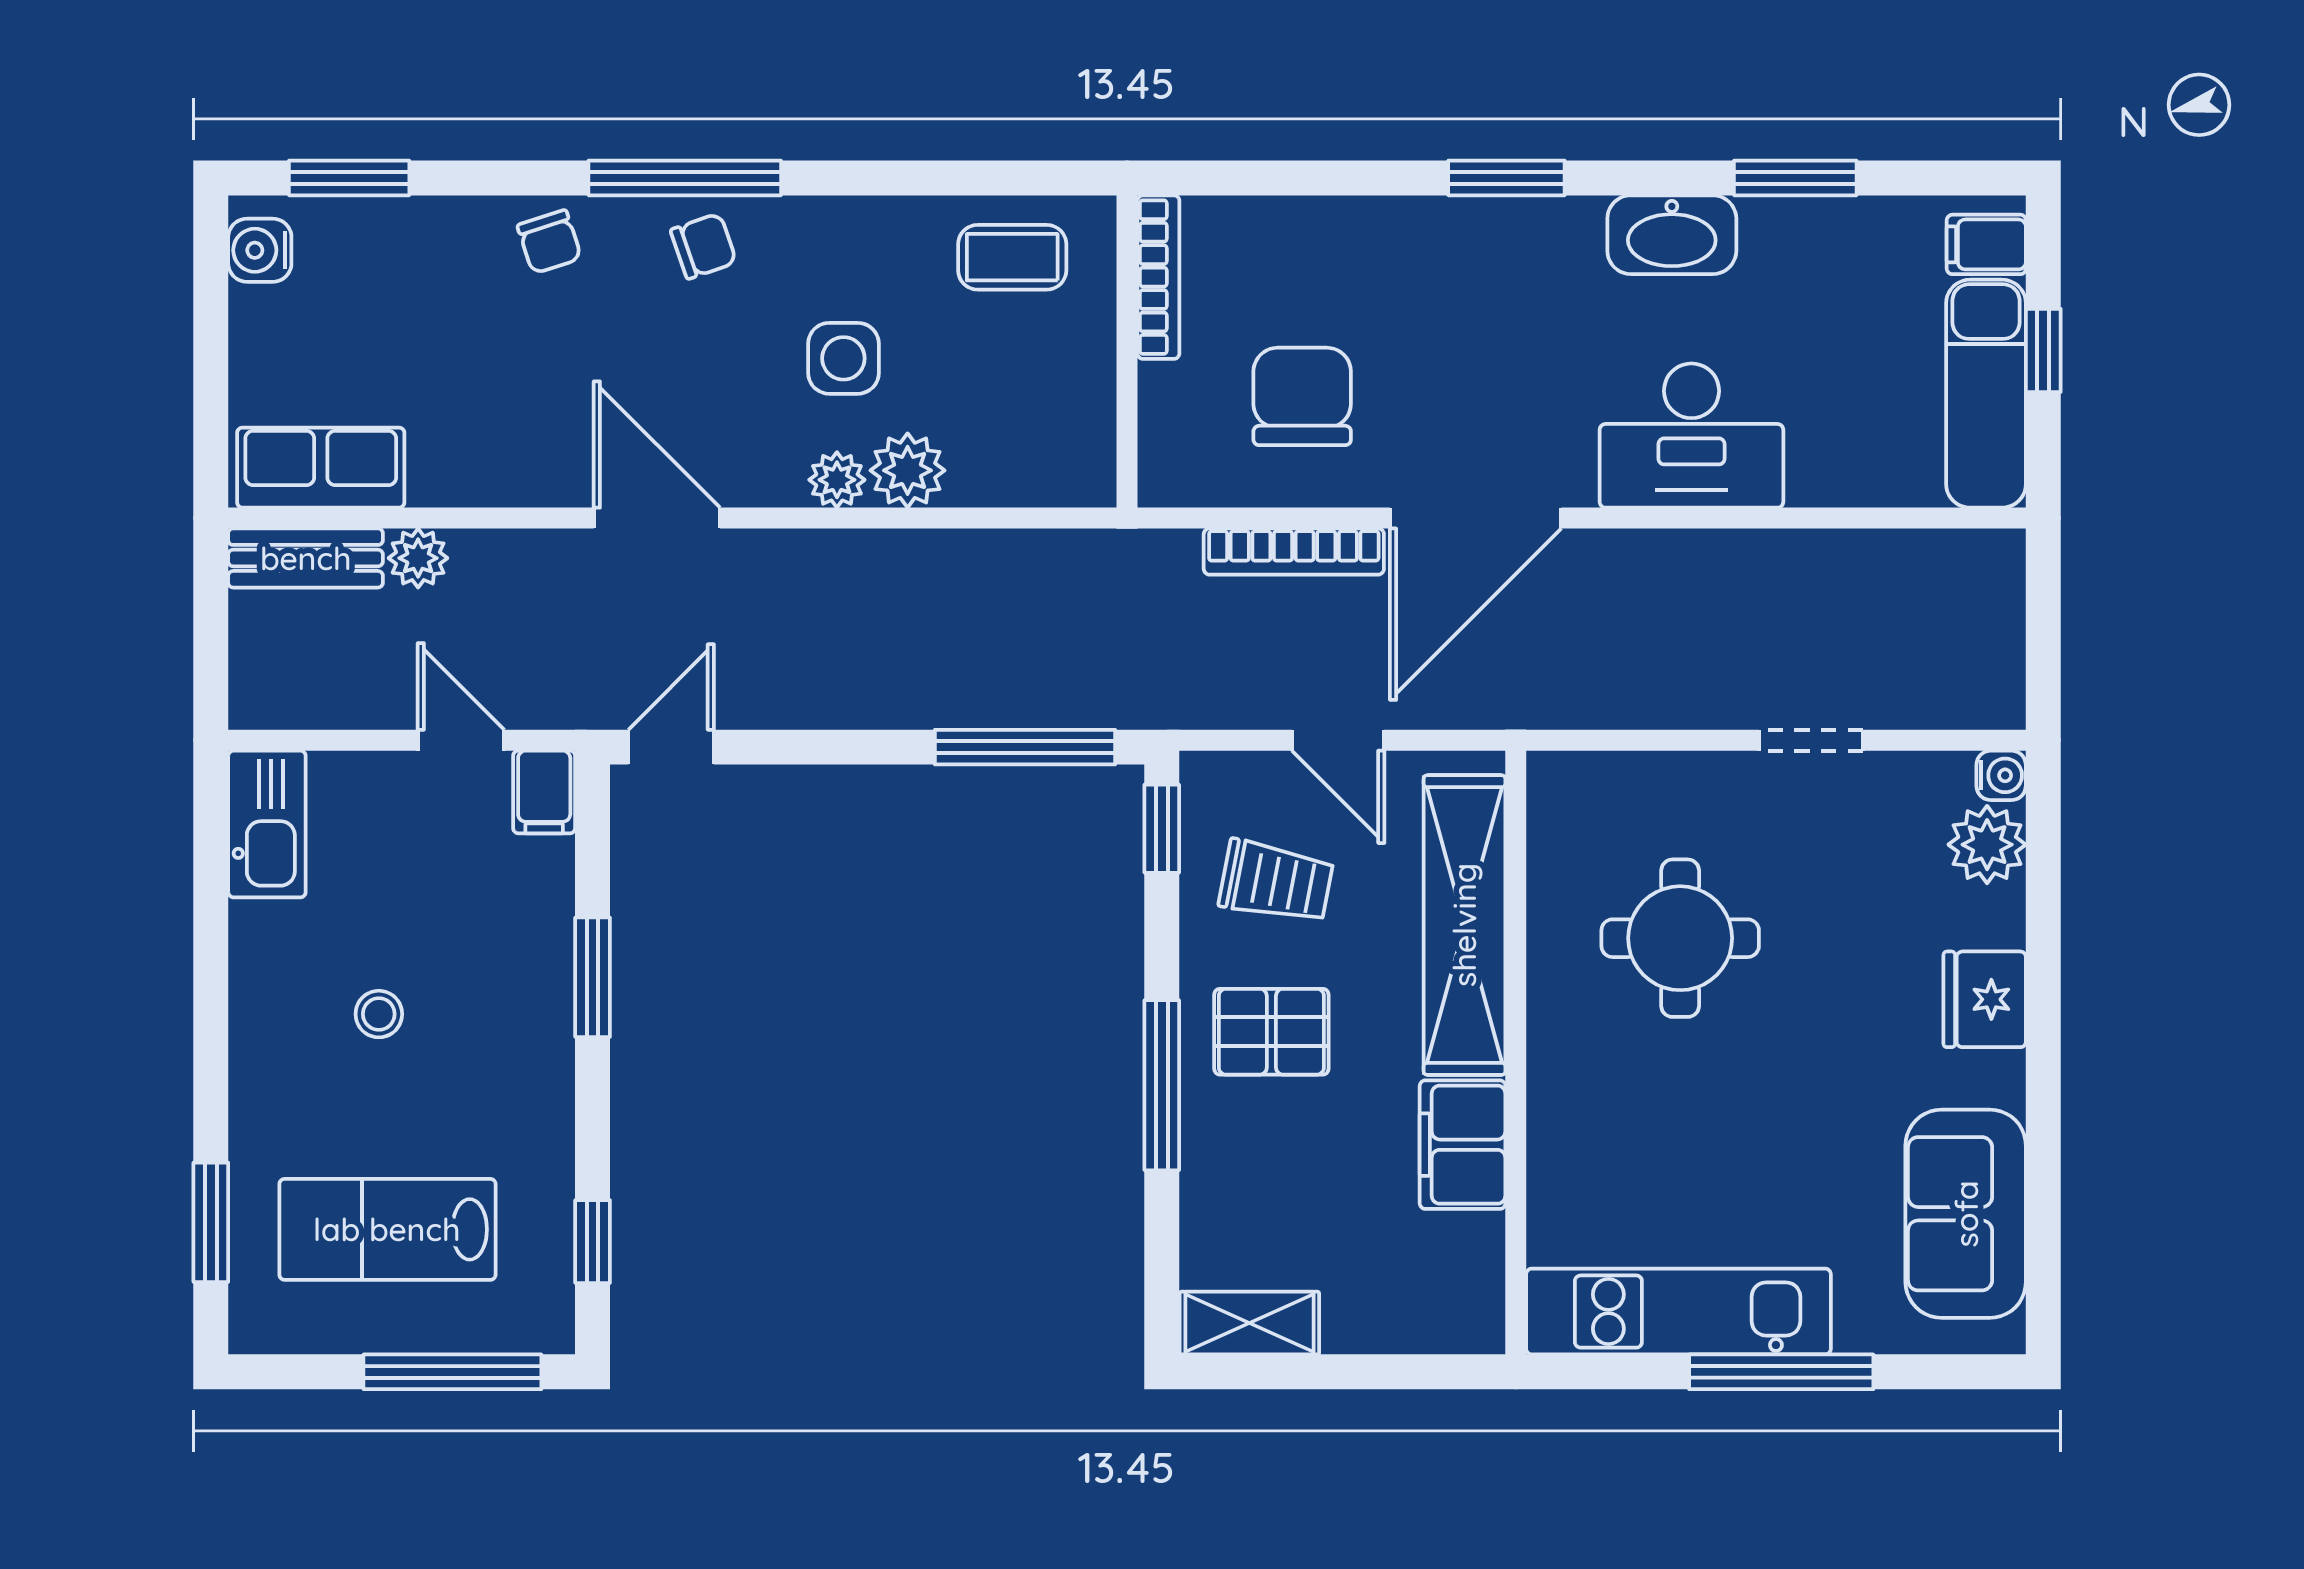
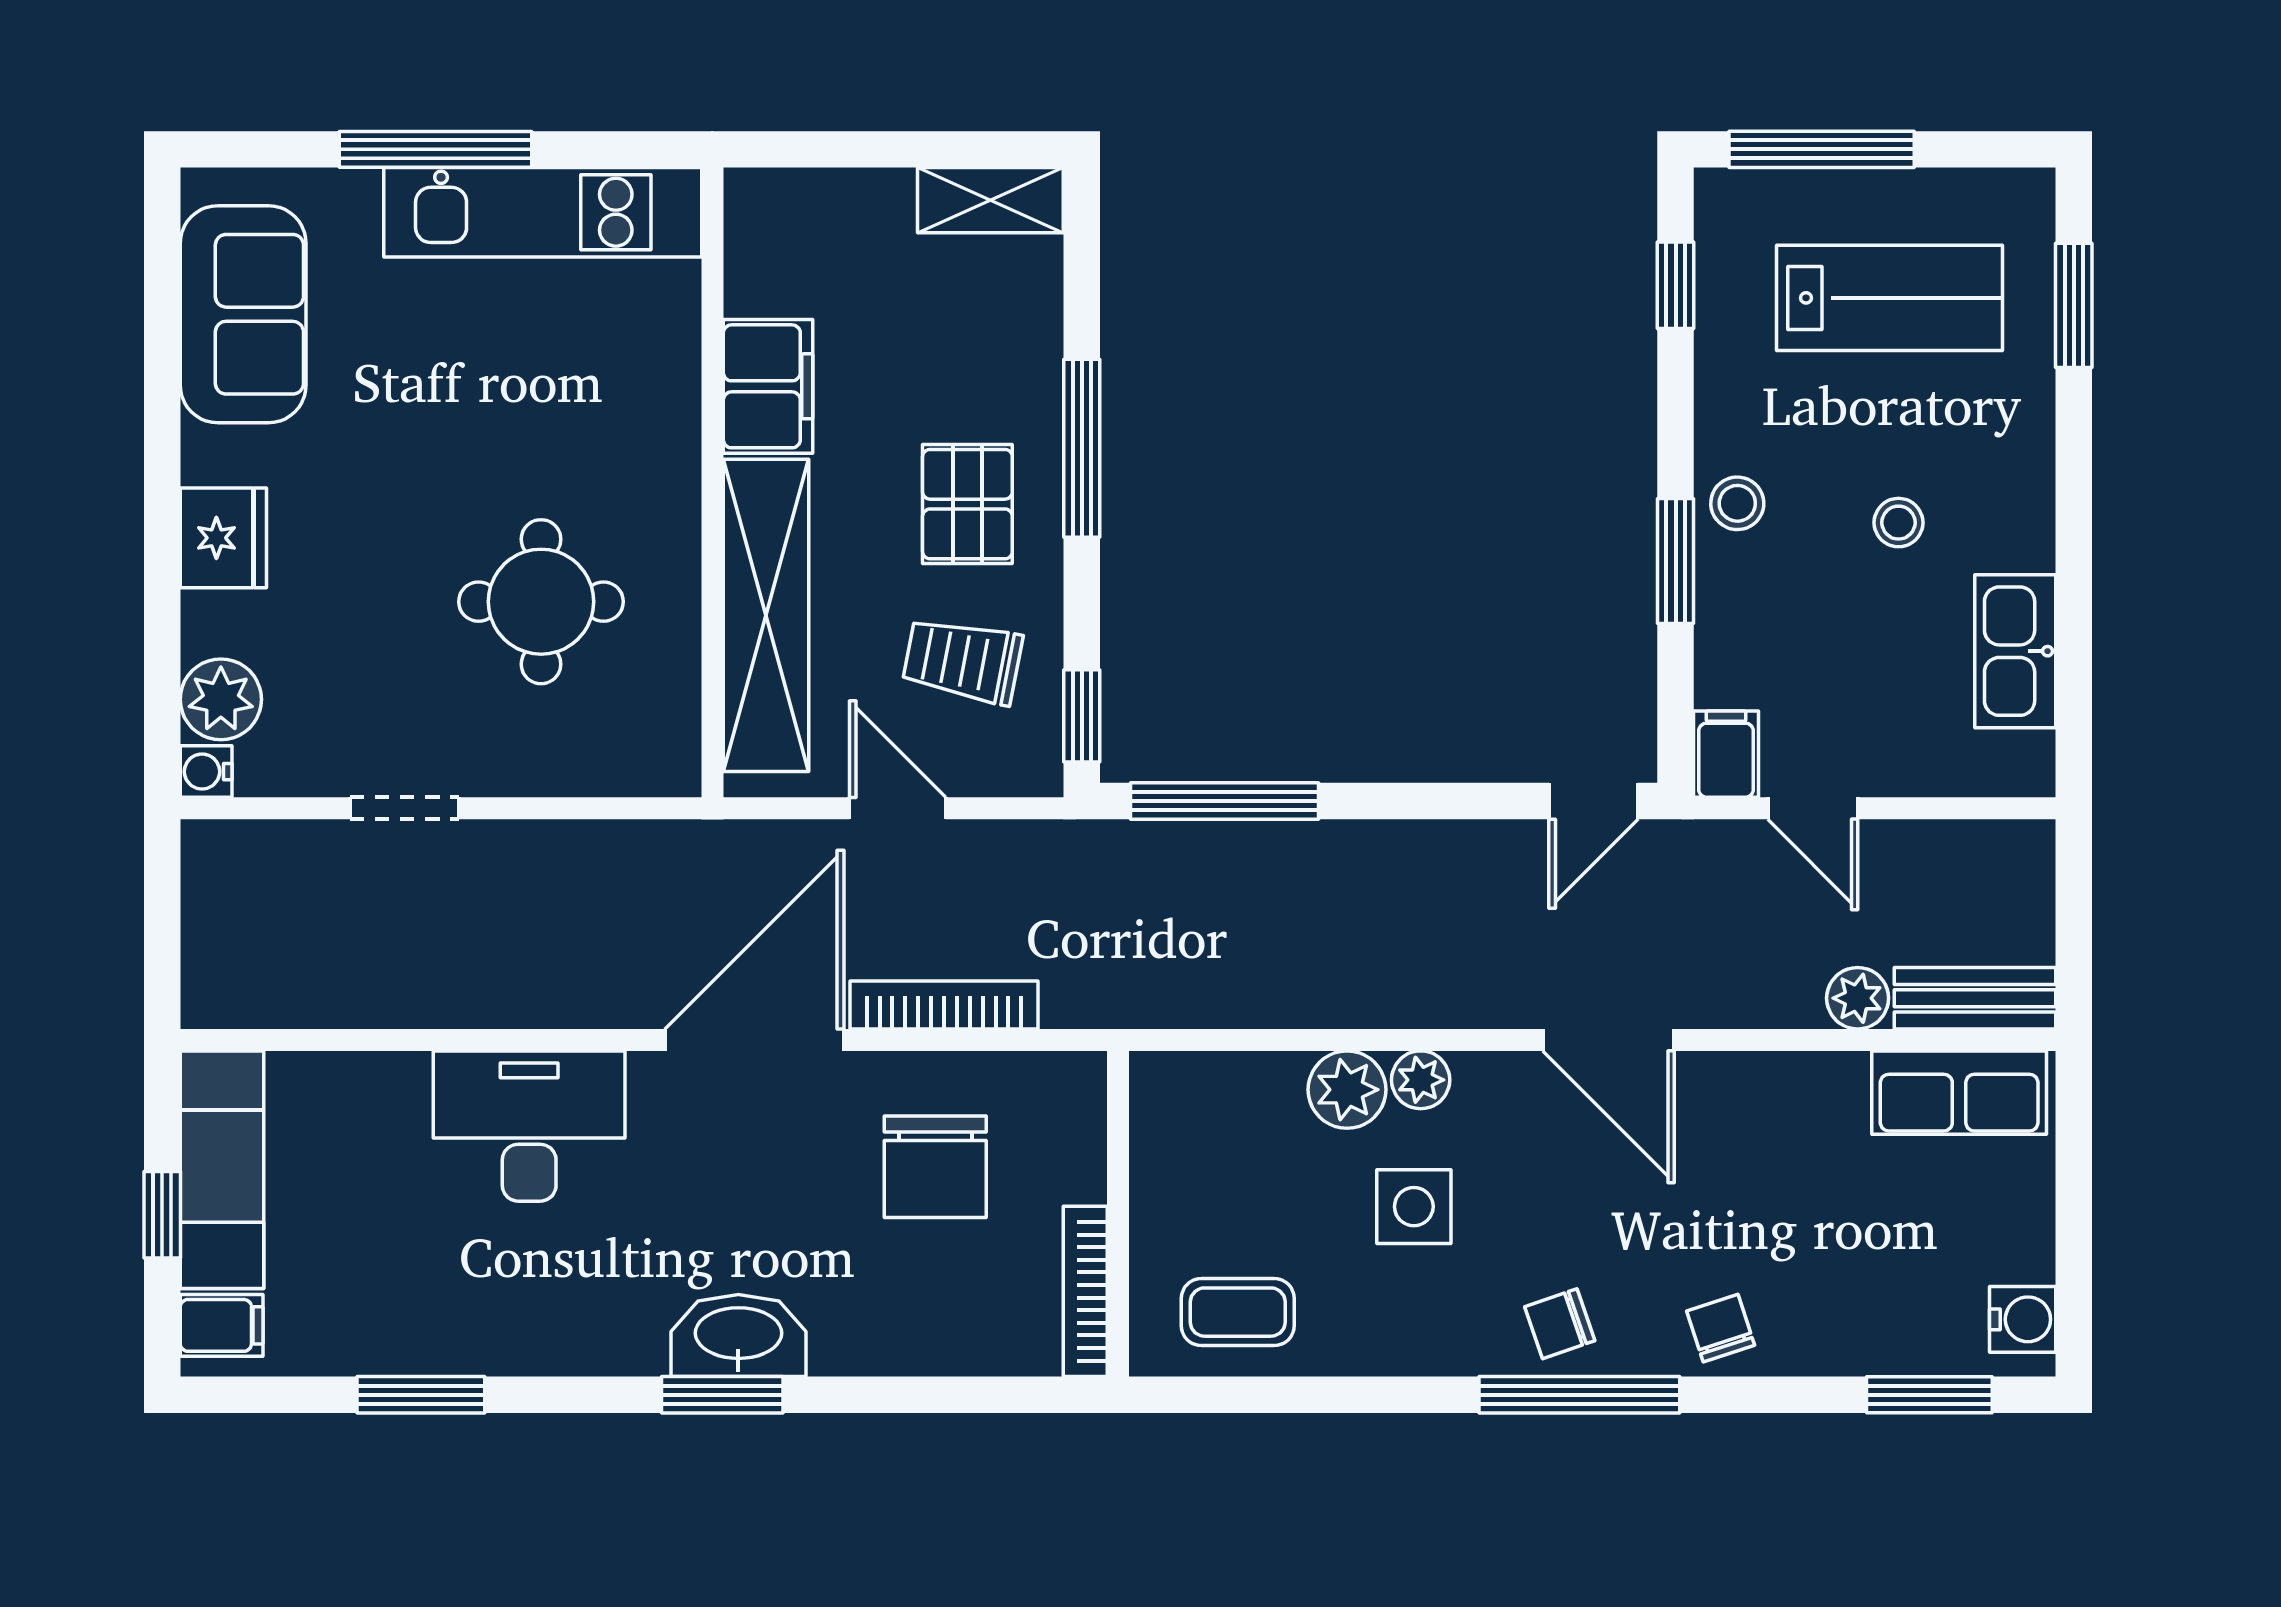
washbasin: (1672, 235) -> (738, 1336), moved
kitchen sink: (267, 824) -> (2015, 651), moved
stool: (533, 1032) -> (1737, 503), added
pallet: (1271, 1032) -> (967, 504), turned 90

